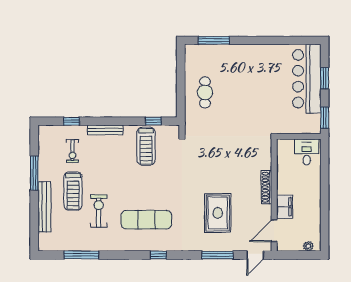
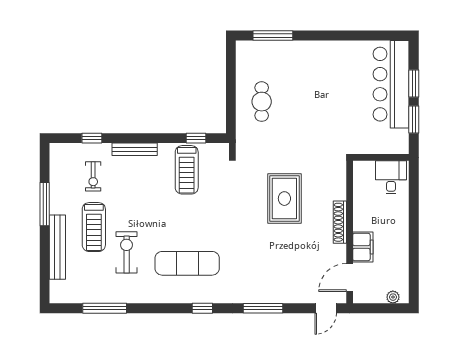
window: (325, 118) -> (414, 119), moved
rug: (218, 213) -> (284, 199), moved
window: (218, 255) -> (263, 308), moved

